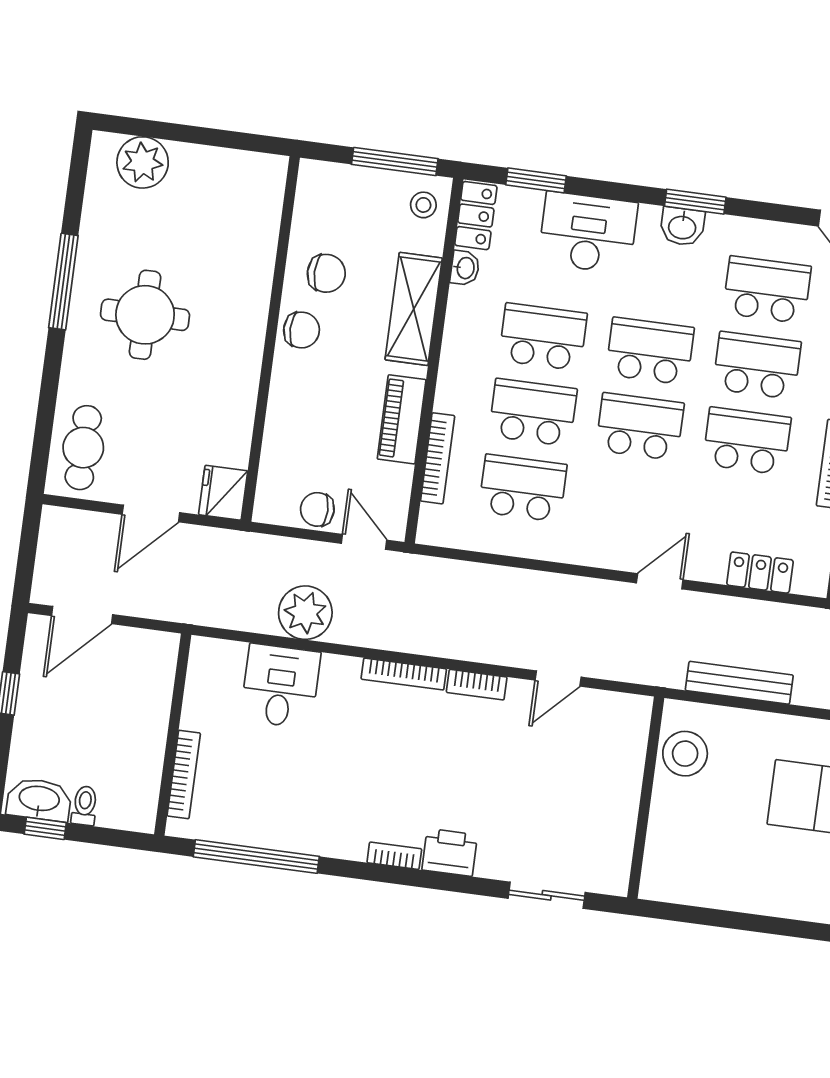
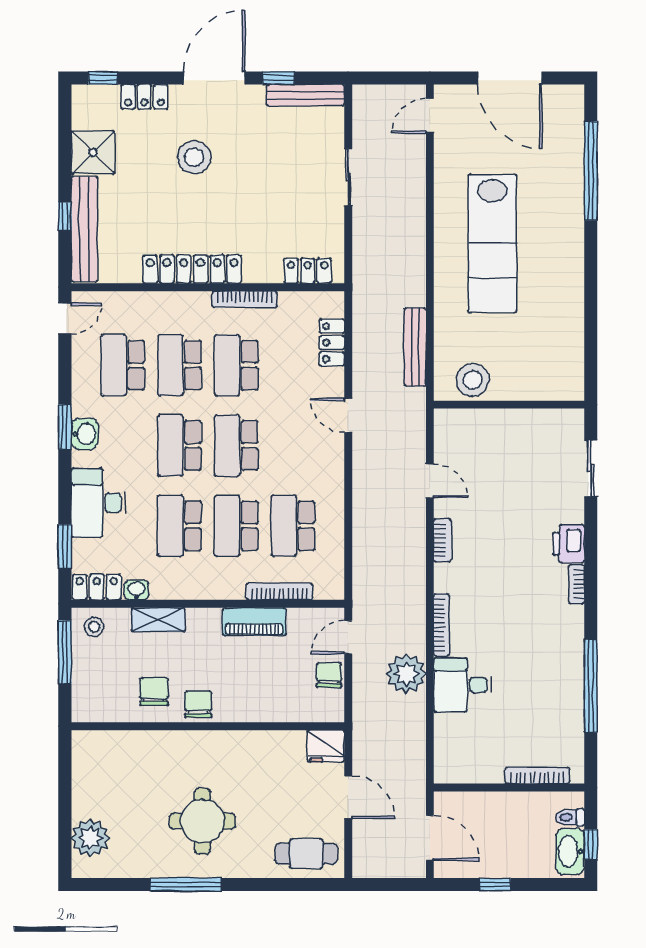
shelving: (414, 309) -> (158, 620), width x0.67, depth x0.75
chair: (317, 509) -> (329, 675), turned 180
bookcase: (404, 674) -> (442, 625), moved
wall: (173, 735) -> (509, 788), moved
bookcase: (184, 774) -> (537, 775), moved

